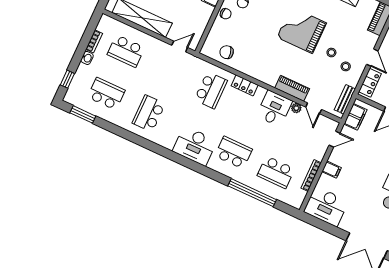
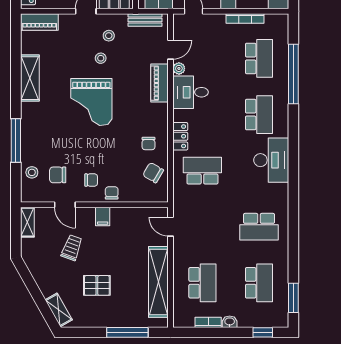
chair: (227, 52) -> (153, 173), turned 132
chair: (250, 59) -> (148, 143), added
school desk: (106, 94) -> (259, 283), turned 180
school desk: (233, 153) -> (259, 115), turned 180

